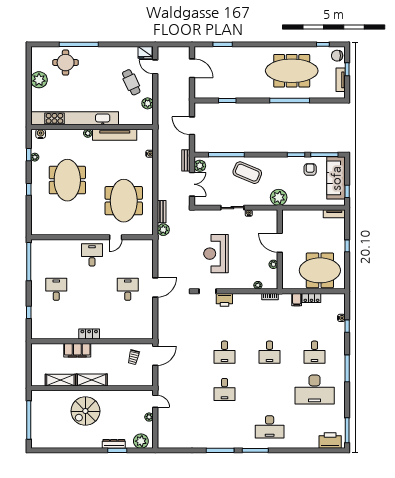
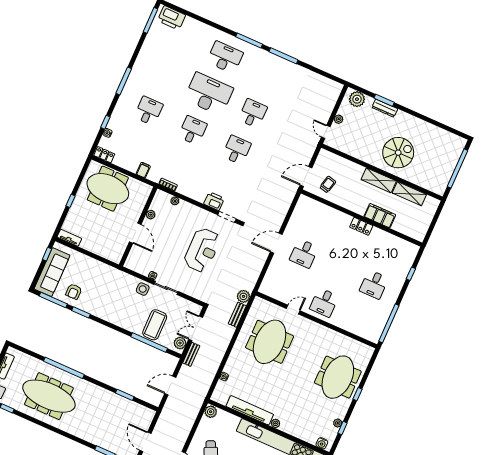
plant: (148, 103) -> (211, 412), moved
door: (192, 126) -> (170, 386), swing flipped
coffee table: (247, 173) -> (155, 325), moved, turned 67
meeting table: (67, 180) -> (338, 377), moved
plant: (279, 197) -> (117, 278), removed
side table: (252, 198) -> (143, 289), added
locker: (311, 298) -> (104, 155), moved
desk: (315, 390) -> (209, 94), moved

